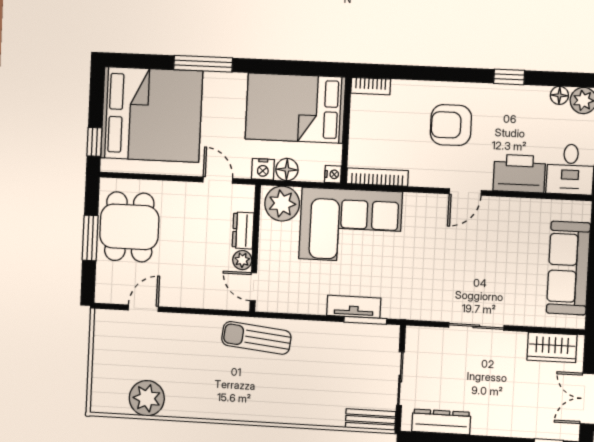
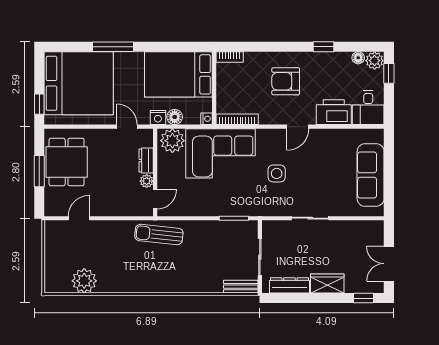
side table: (431, 259) -> (277, 173), added
door: (253, 287) -> (155, 199), swing flipped
tv unit: (354, 307) -> (225, 209), removed
wardrobe: (552, 347) -> (327, 284), moved, turned 180

